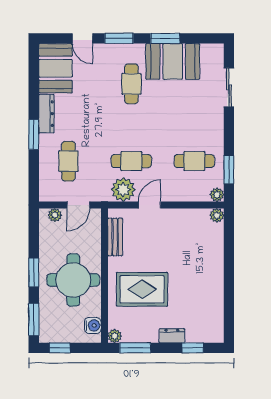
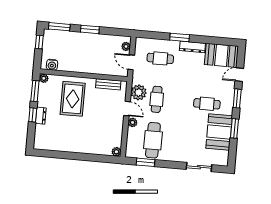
cafe table: (194, 161) -> (153, 140), width x1.37, depth x1.35
plant: (217, 195) -> (133, 122), moved
round table: (73, 280) -> (83, 55), removed
window: (193, 348) -> (33, 115), moved

